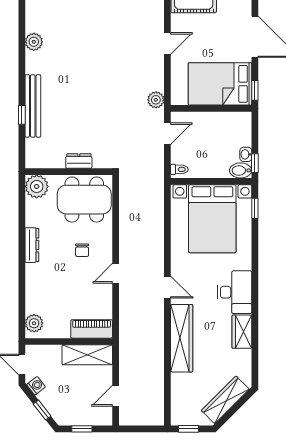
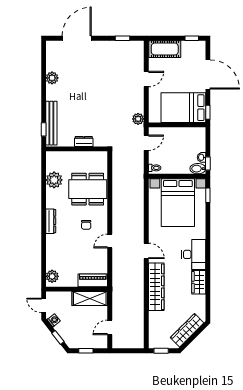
dresser: (79, 161) -> (84, 141), moved
wall: (69, 172) -> (77, 149), moved

